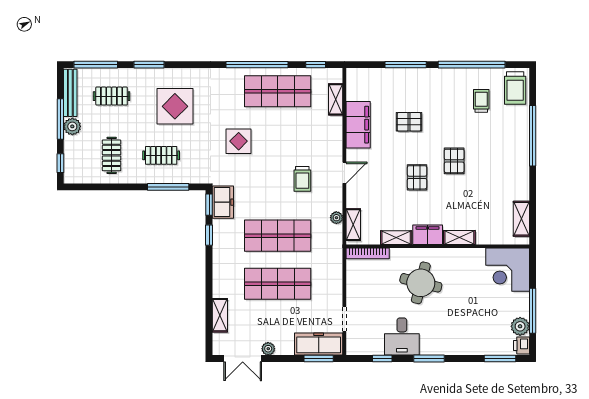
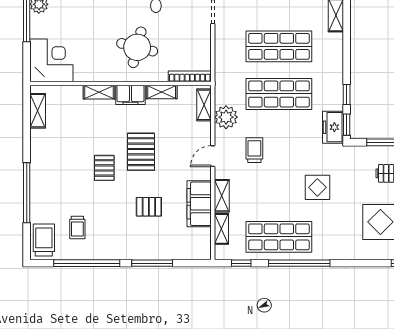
shelving: (335, 133) -> (222, 196), added
pallet: (417, 177) -> (141, 152), width x1.50, depth x1.42
plant: (336, 218) -> (226, 117), width x1.87, depth x1.87

